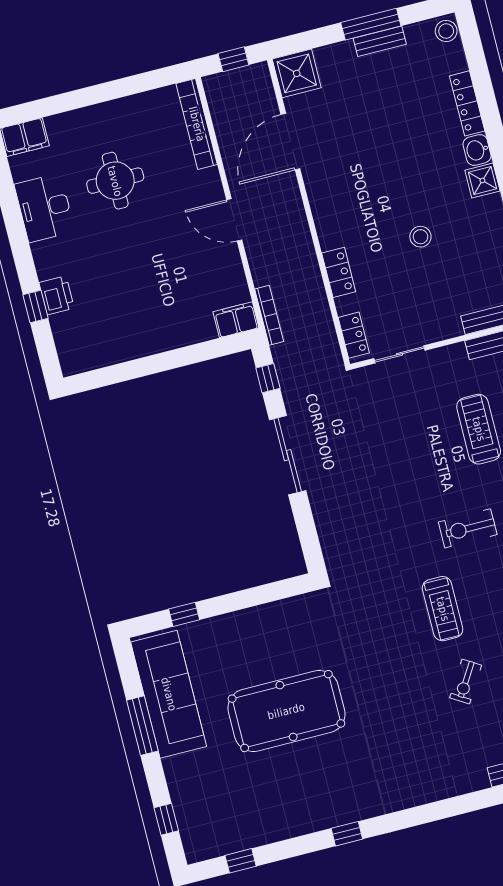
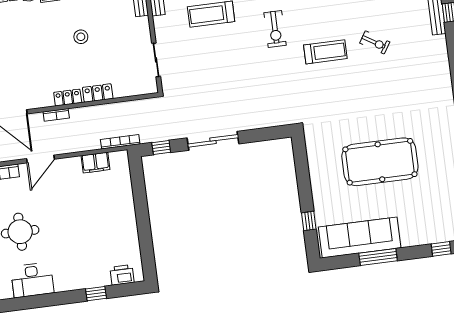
bookcase: (298, 214) -> (56, 115), added
door: (234, 220) -> (40, 159), moved
printer: (57, 295) -> (122, 275), moved
filing cabinet: (236, 320) -> (95, 163), moved, turned -90
locker: (354, 335) -> (68, 98), moved
pool table: (286, 711) -> (380, 162), turned 90

